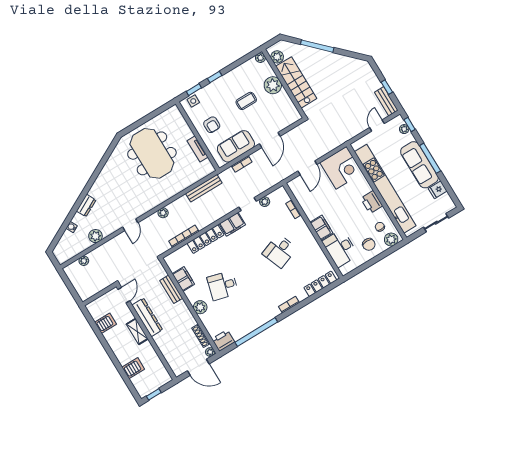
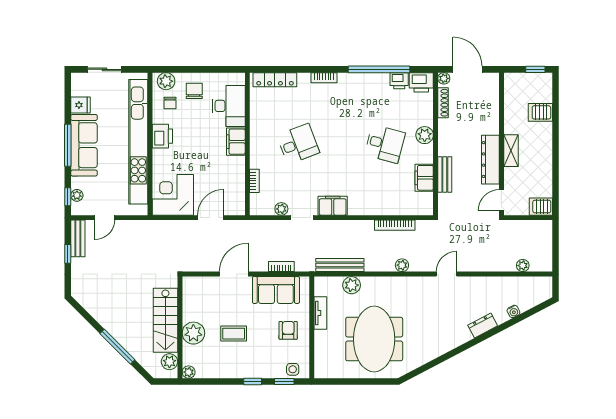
plant: (95, 236) -> (352, 285), moved
locker: (205, 239) -> (373, 207), removed
server rack: (105, 323) -> (541, 207), moved
printer: (238, 333) -> (399, 81), added

